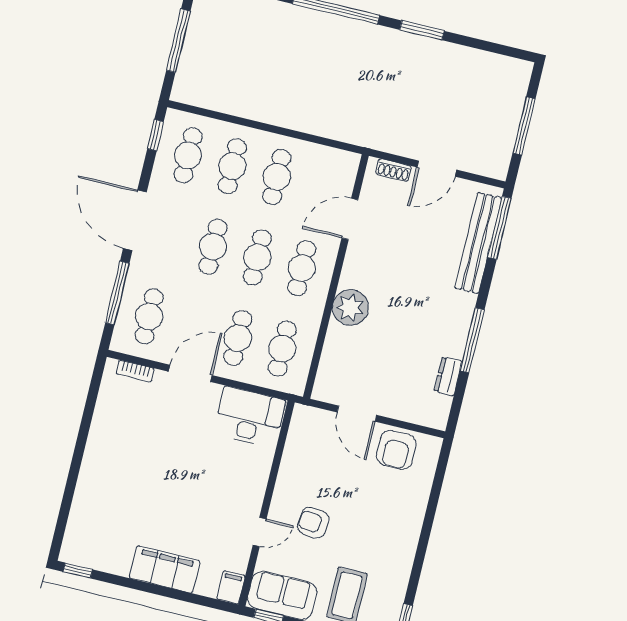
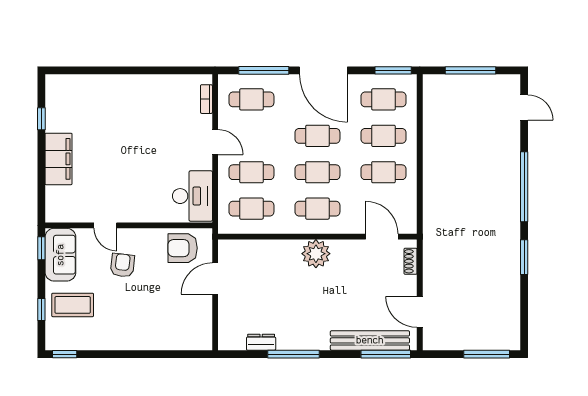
window: (524, 126) -> (487, 354), moved
window: (155, 135) -> (393, 70), width x1.50
door: (437, 169) -> (420, 312), moved
door: (350, 219) -> (382, 237), moved
door: (135, 220) -> (323, 70), swing flipped
plant: (350, 308) -> (316, 254), moved
door: (190, 373) -> (215, 142), width x0.73
armchair: (396, 450) -> (183, 248), moved
window: (78, 571) -> (41, 119), moved
filing cabinet: (231, 587) -> (57, 214), removed

